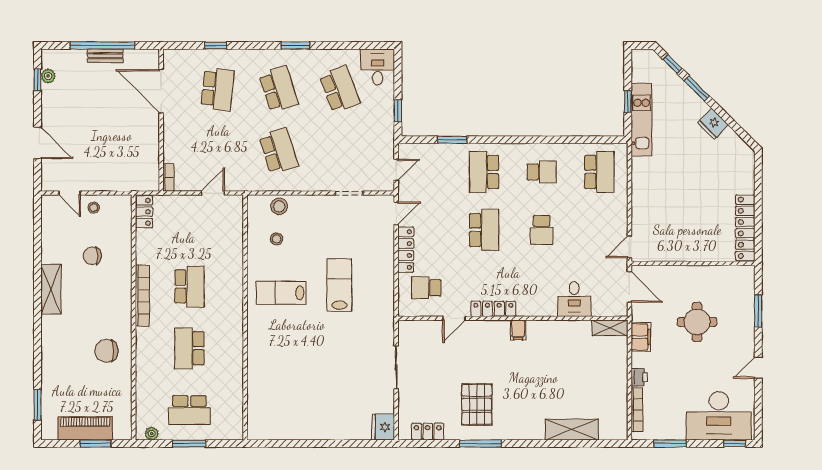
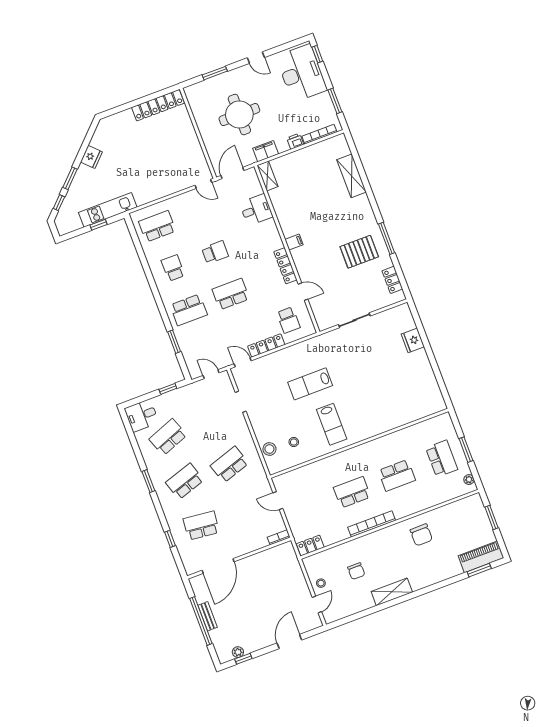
round table: (697, 322) -> (239, 115), width x1.36, depth x1.36
fridge: (383, 427) -> (413, 340), moved, turned 90
piano: (85, 428) -> (481, 557), moved, turned 90

